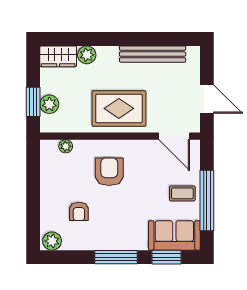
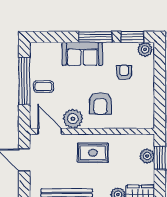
rug: (119, 108) -> (93, 153), width x0.73, depth x0.70
plant: (66, 146) -> (73, 119), moved, width x1.88, depth x1.88
sofa: (174, 235) -> (82, 54), moved
window: (167, 257) -> (132, 37), moved

